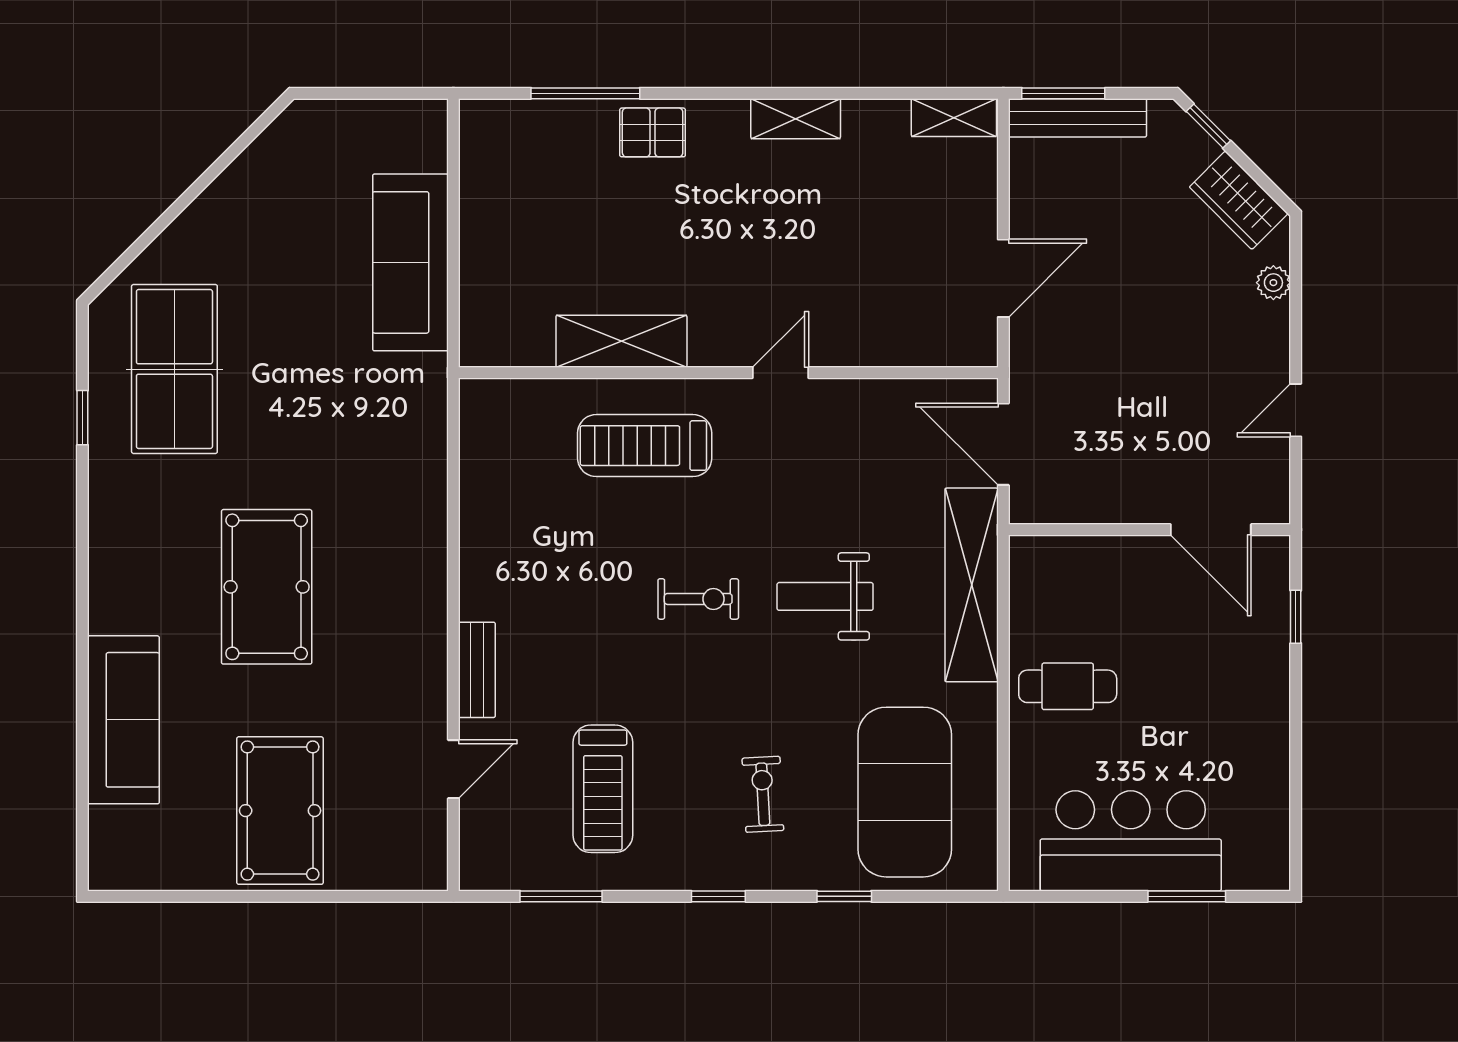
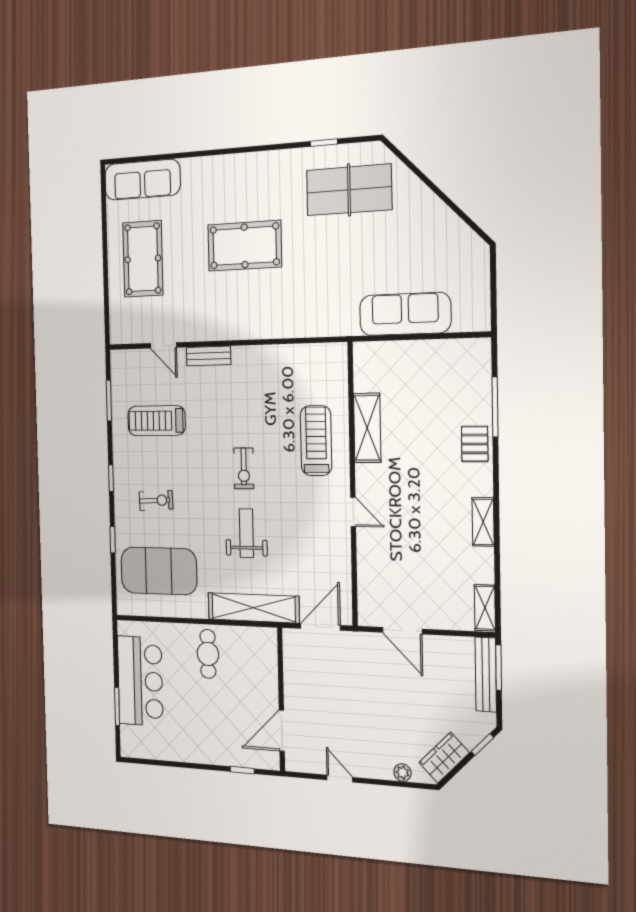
sofa: (123, 720) -> (142, 180), moved
pool table: (280, 811) -> (143, 259), turned 90

